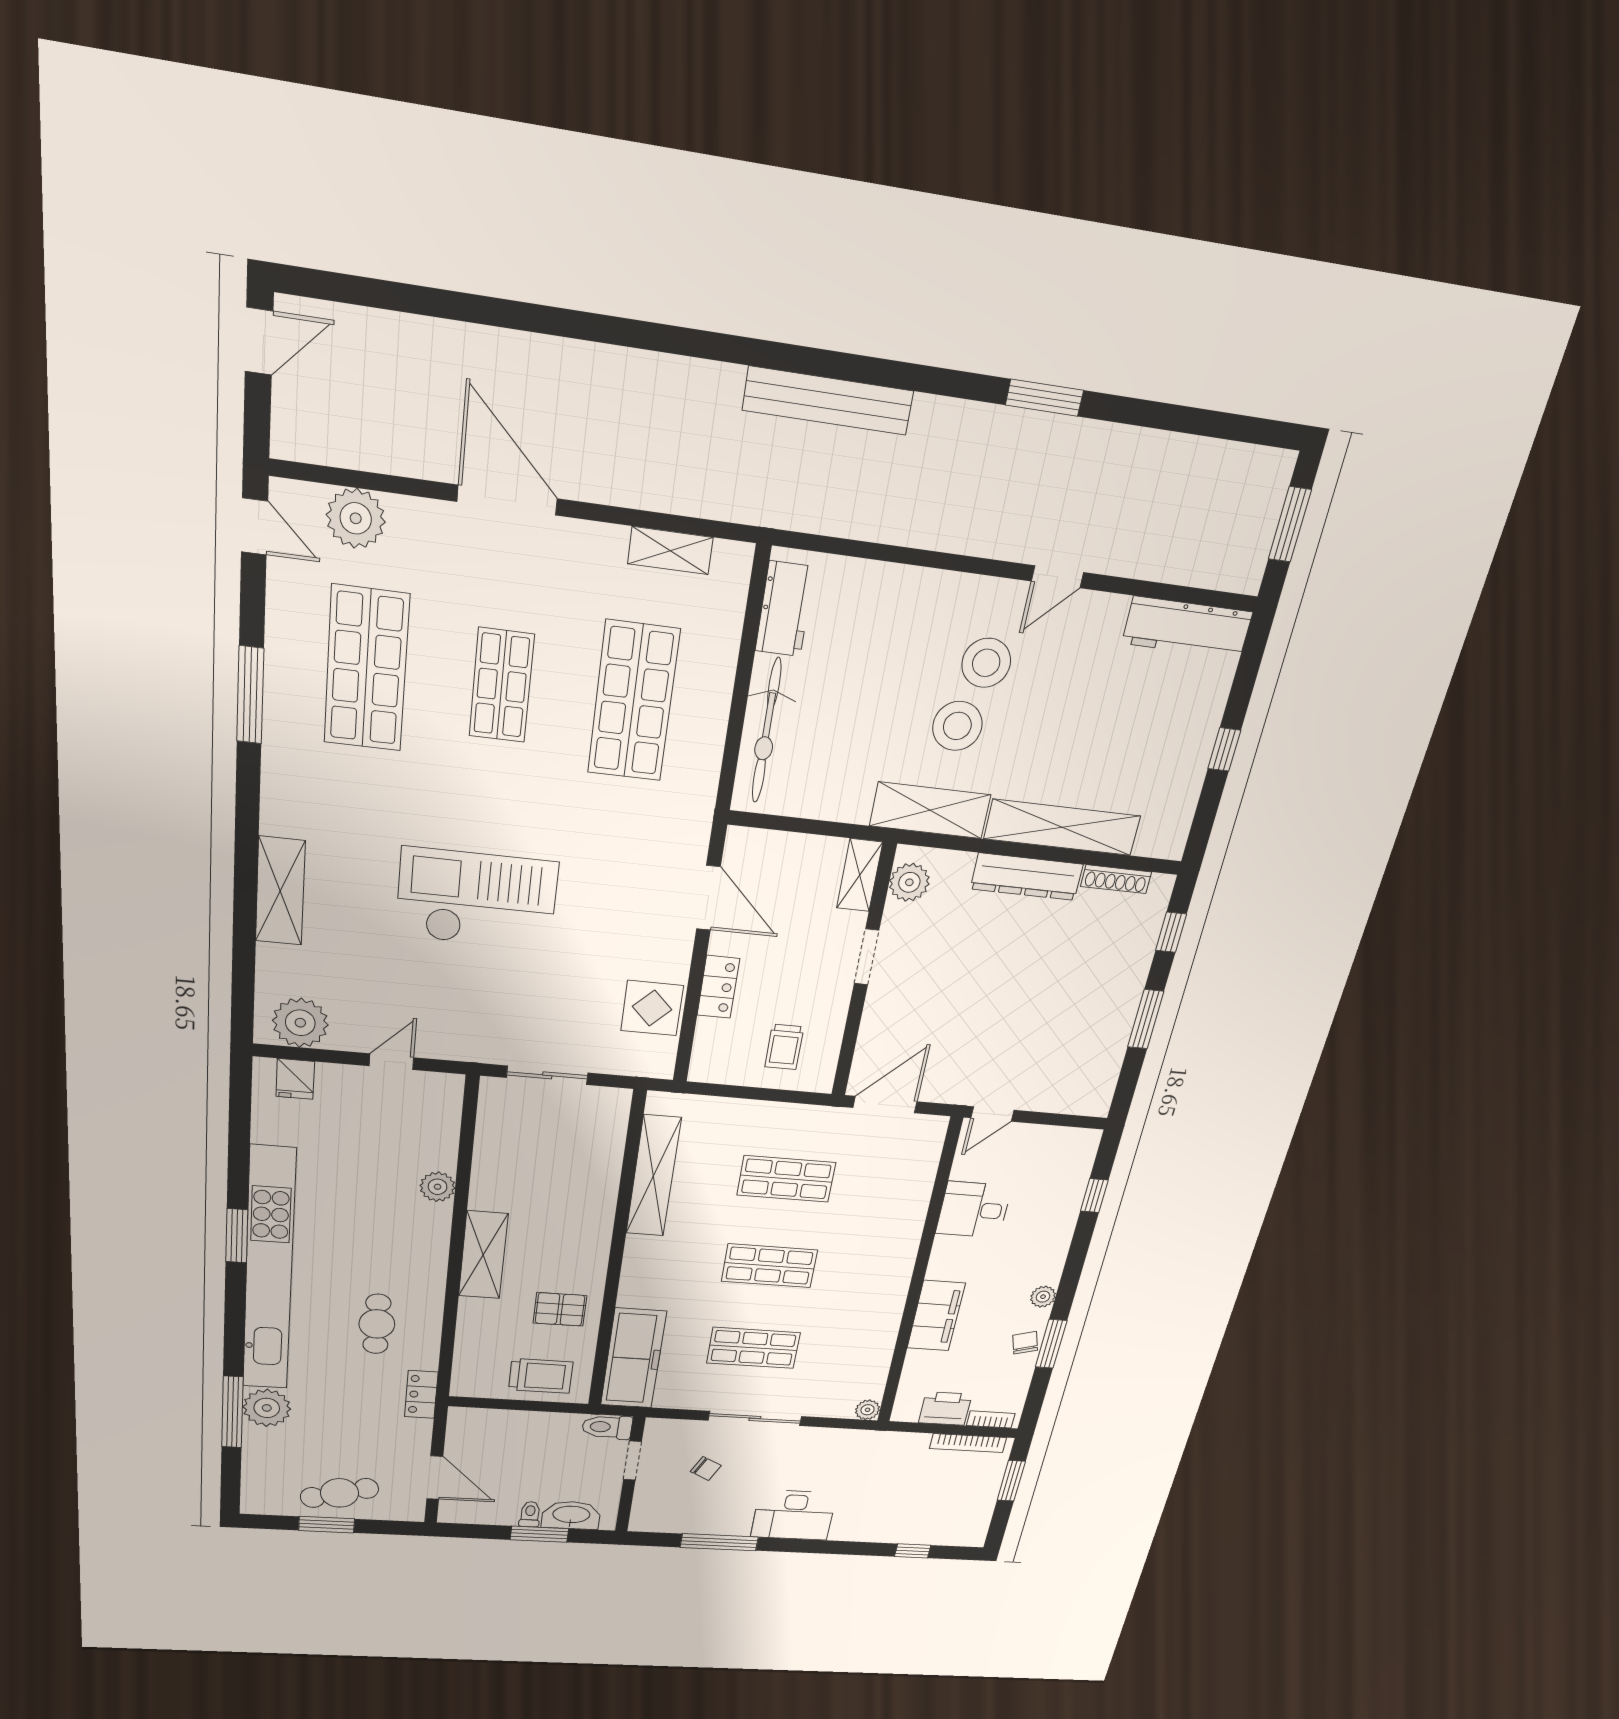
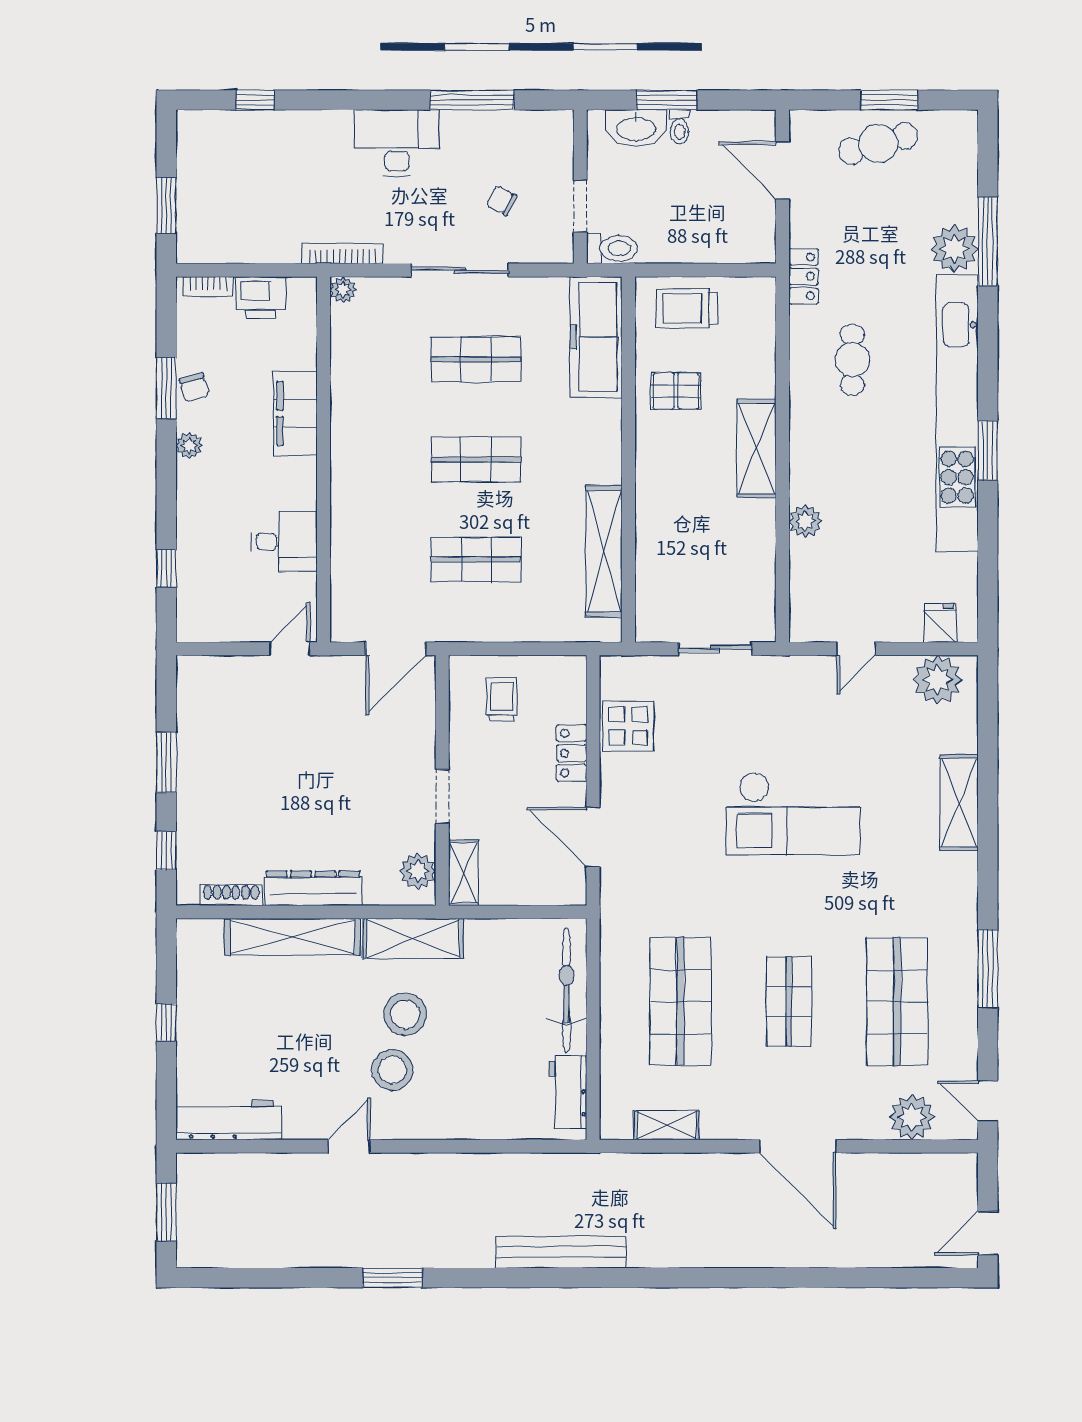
bookcase: (968, 1443) -> (343, 253), moved

